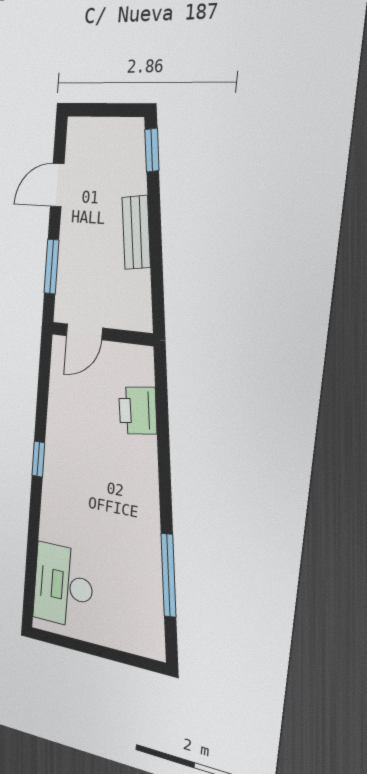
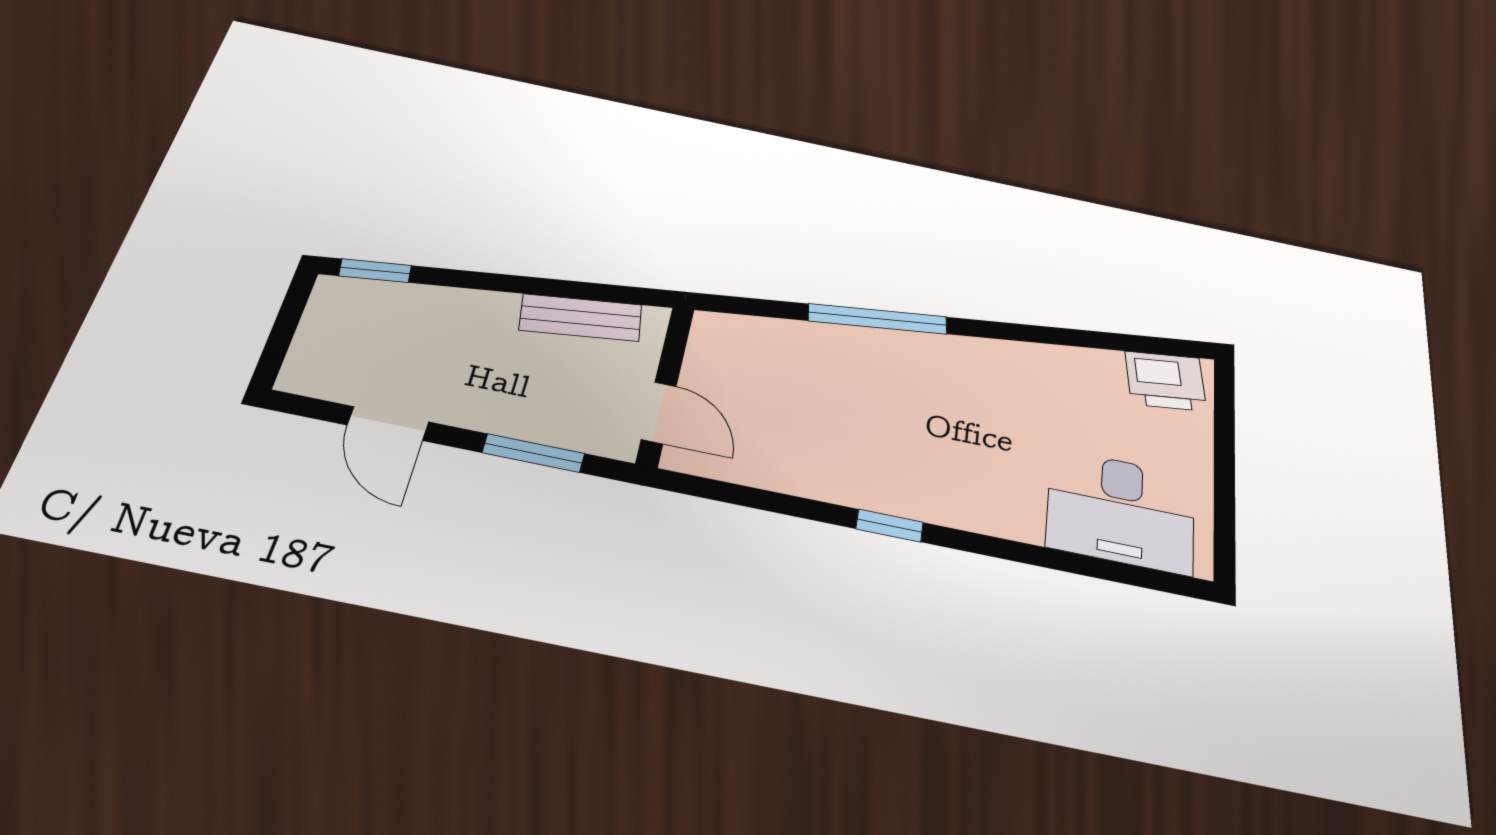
bench: (136, 233) -> (581, 318), moved
printer: (138, 411) -> (1166, 381), moved
window: (169, 575) -> (878, 319), moved

